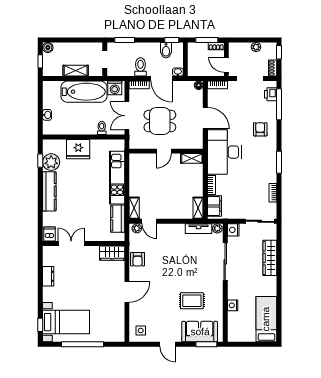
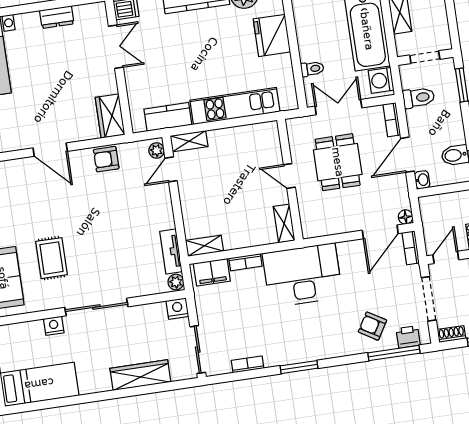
toilet: (140, 67) -> (419, 98), moved
door: (205, 118) -> (380, 232), moved
armchair: (260, 129) -> (372, 326), moved, turned -149
sliding door: (225, 262) -> (96, 307), moved

